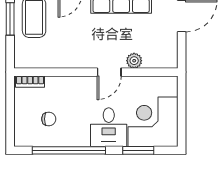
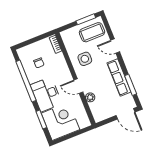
side table: (71, 45) -> (85, 59), added
desk: (109, 127) -> (46, 94), width x1.37

